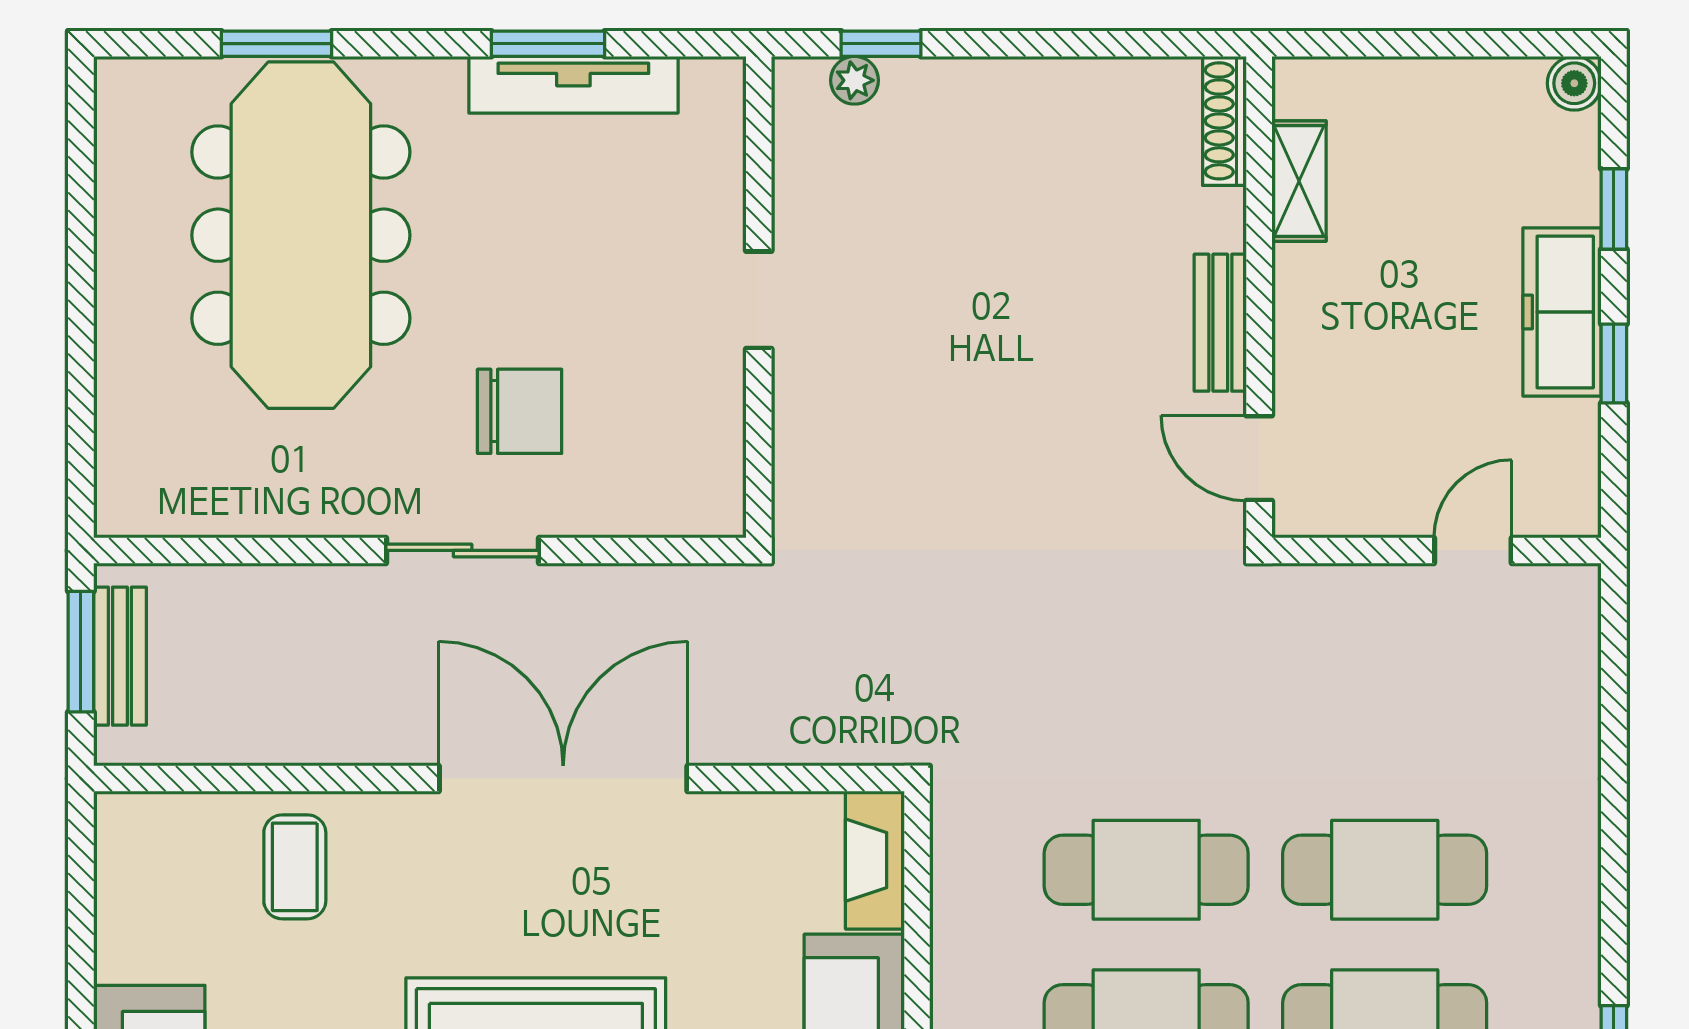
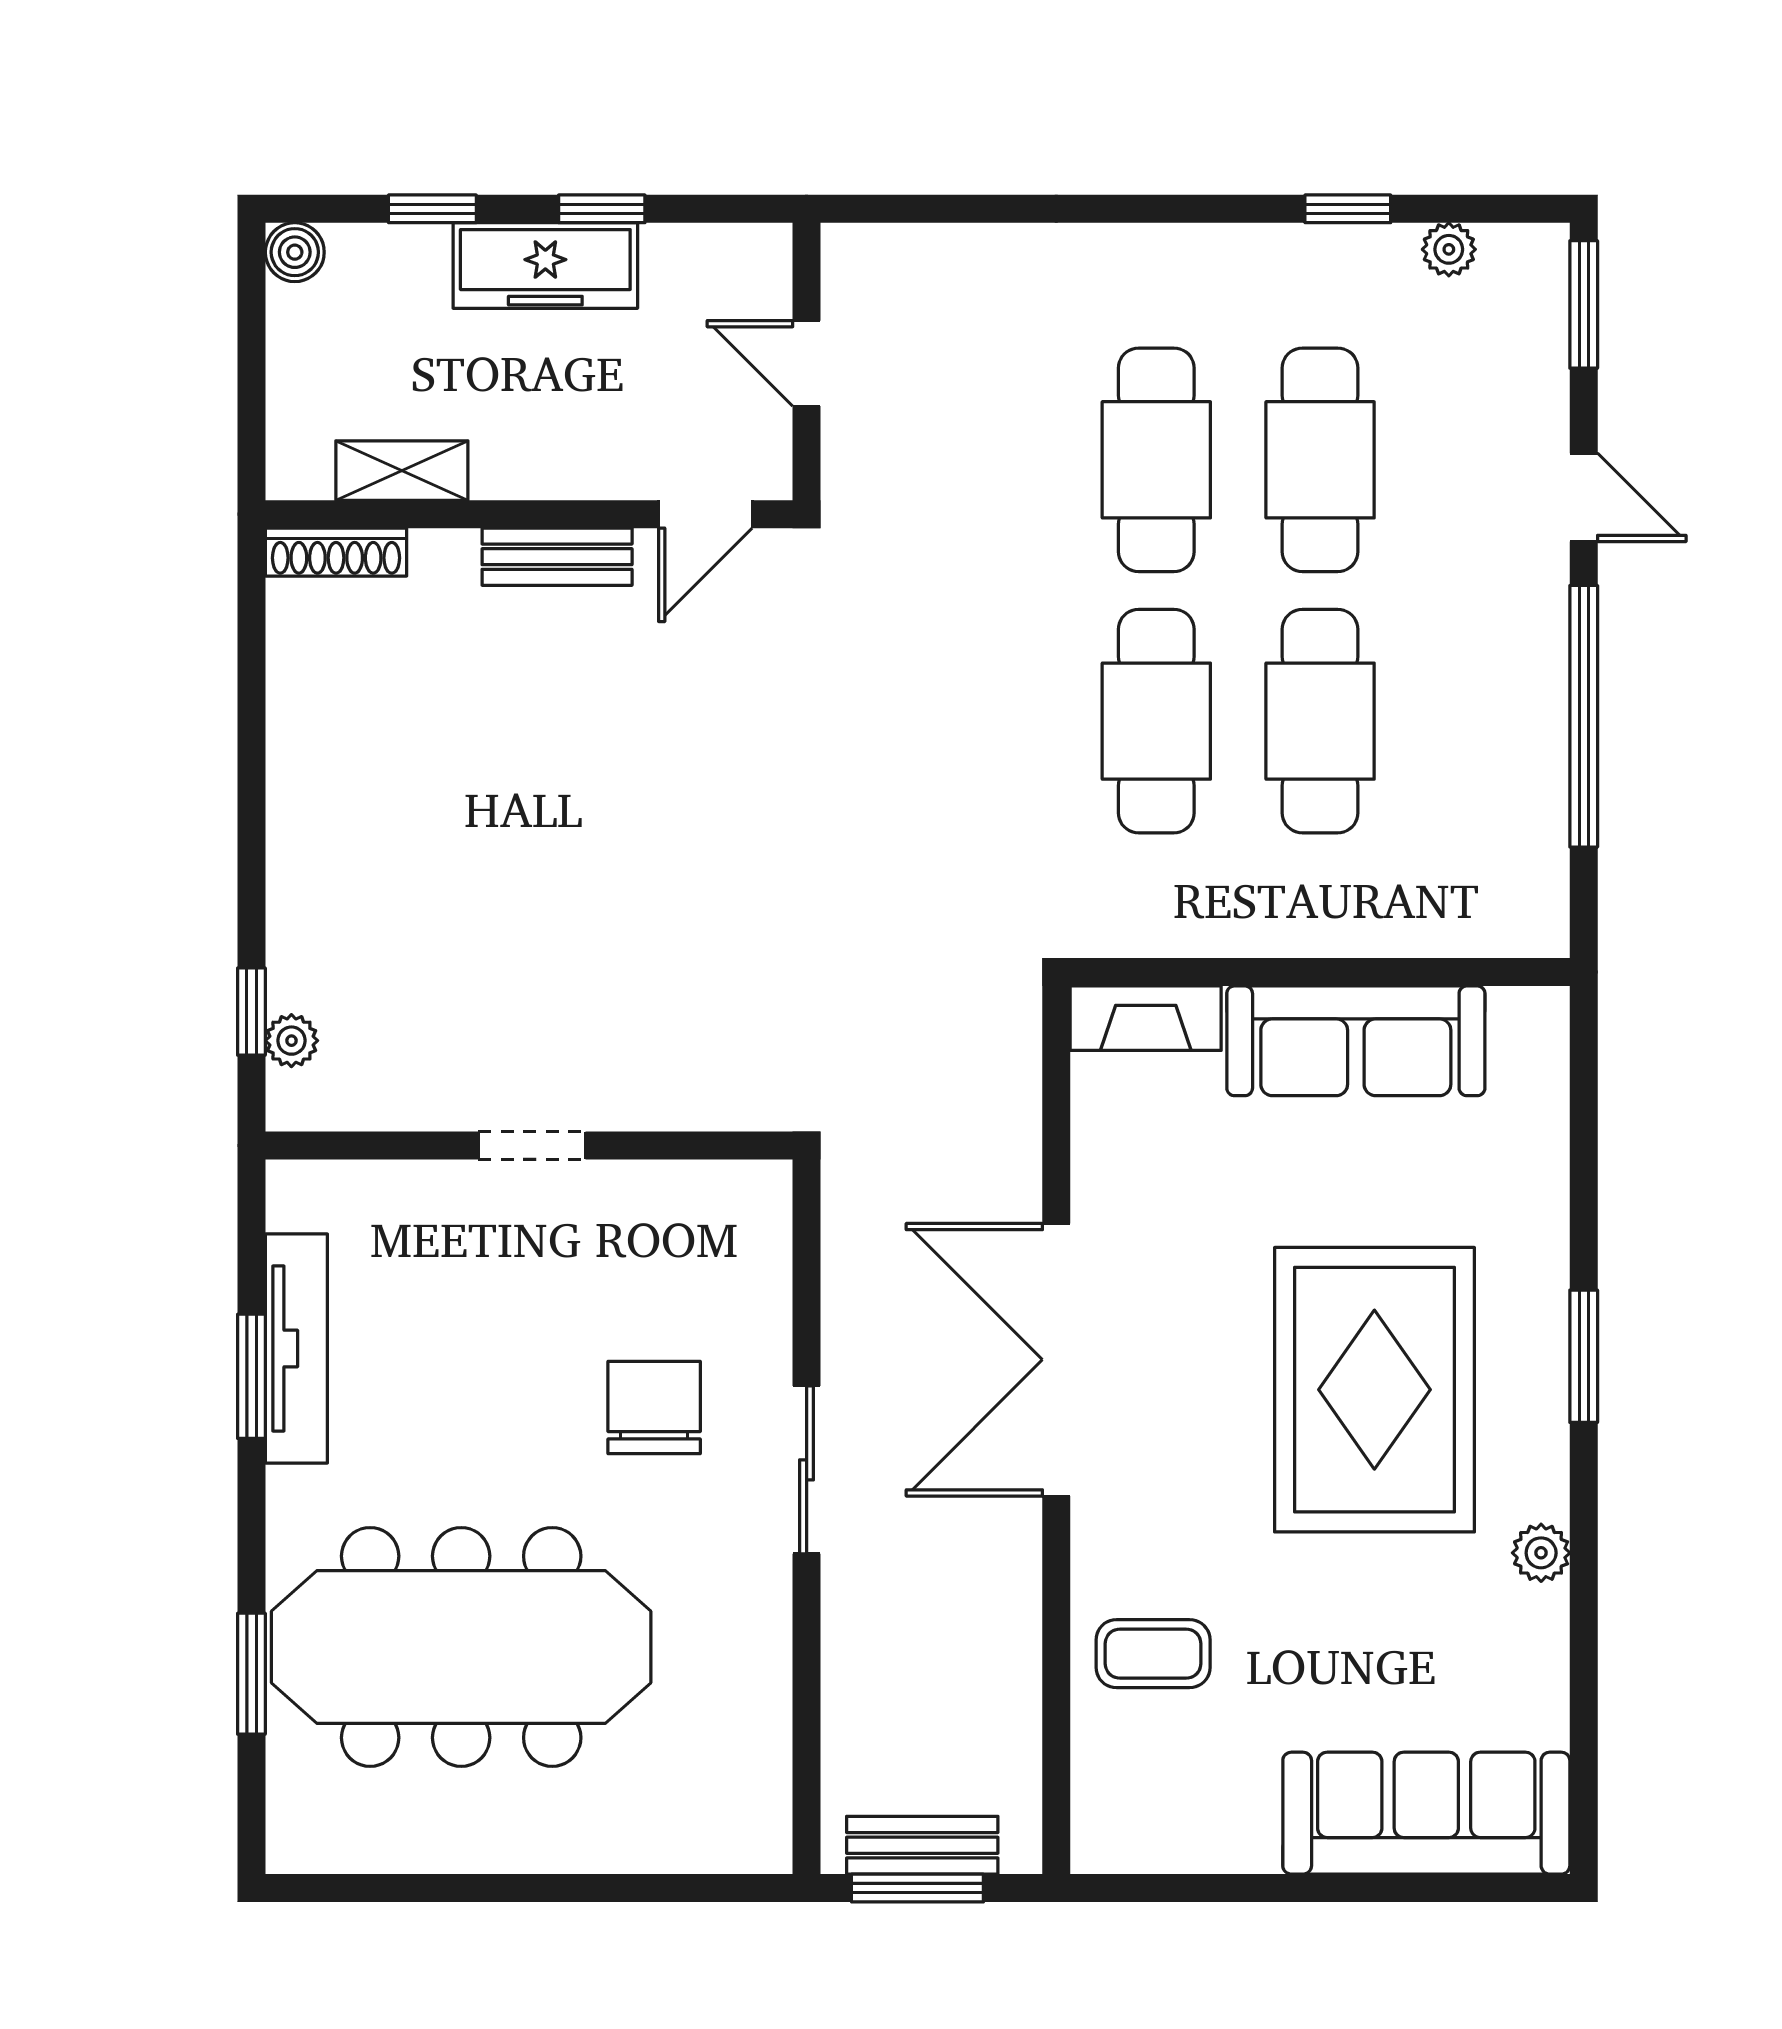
shoe rack: (1225, 121) -> (336, 552), moved
shelving: (1299, 181) -> (402, 471), moved
wall: (1259, 297) -> (529, 514), moved
bench: (1220, 323) -> (557, 557), moved
door: (1259, 458) -> (705, 514), moved

